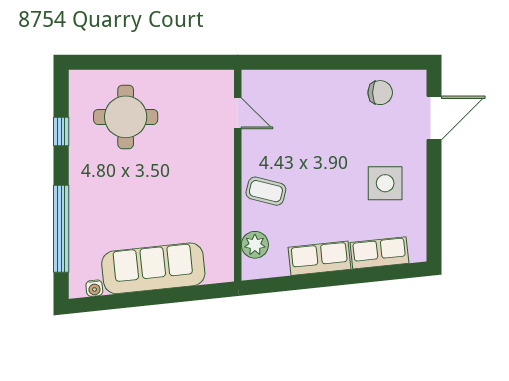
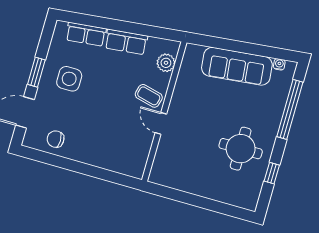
door: (238, 113) -> (161, 123), moved
round table: (126, 117) -> (241, 149), moved
window: (434, 179) -> (36, 72), added

